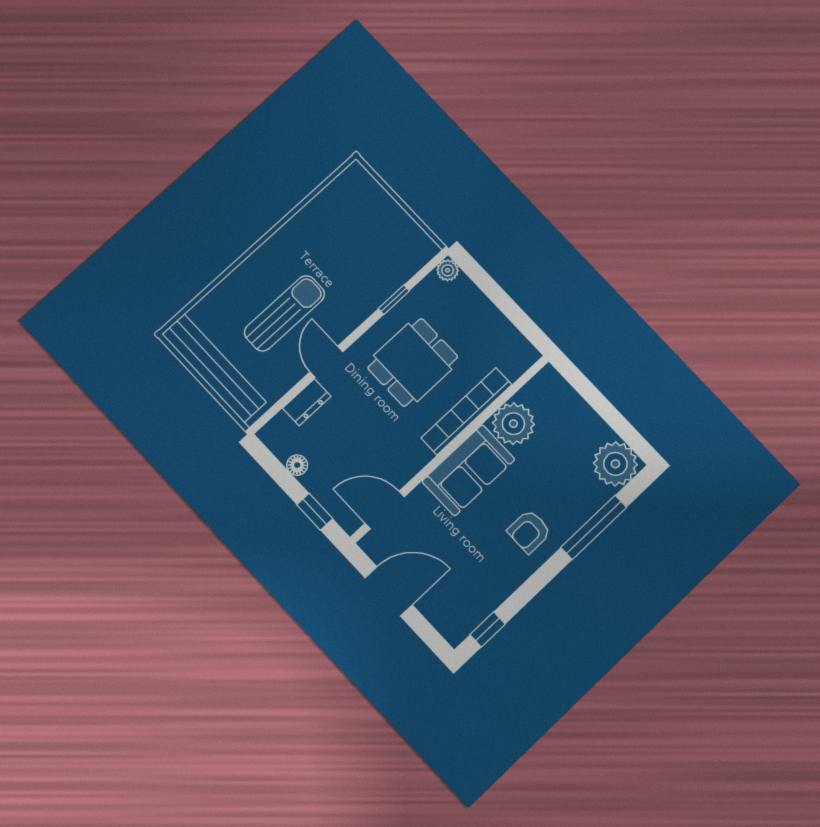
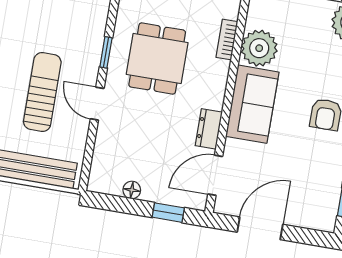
window: (394, 300) -> (106, 52), moved
dresser: (307, 402) -> (209, 129), moved, turned 180
bookcase: (467, 411) -> (227, 39), width x0.43, depth x0.76

